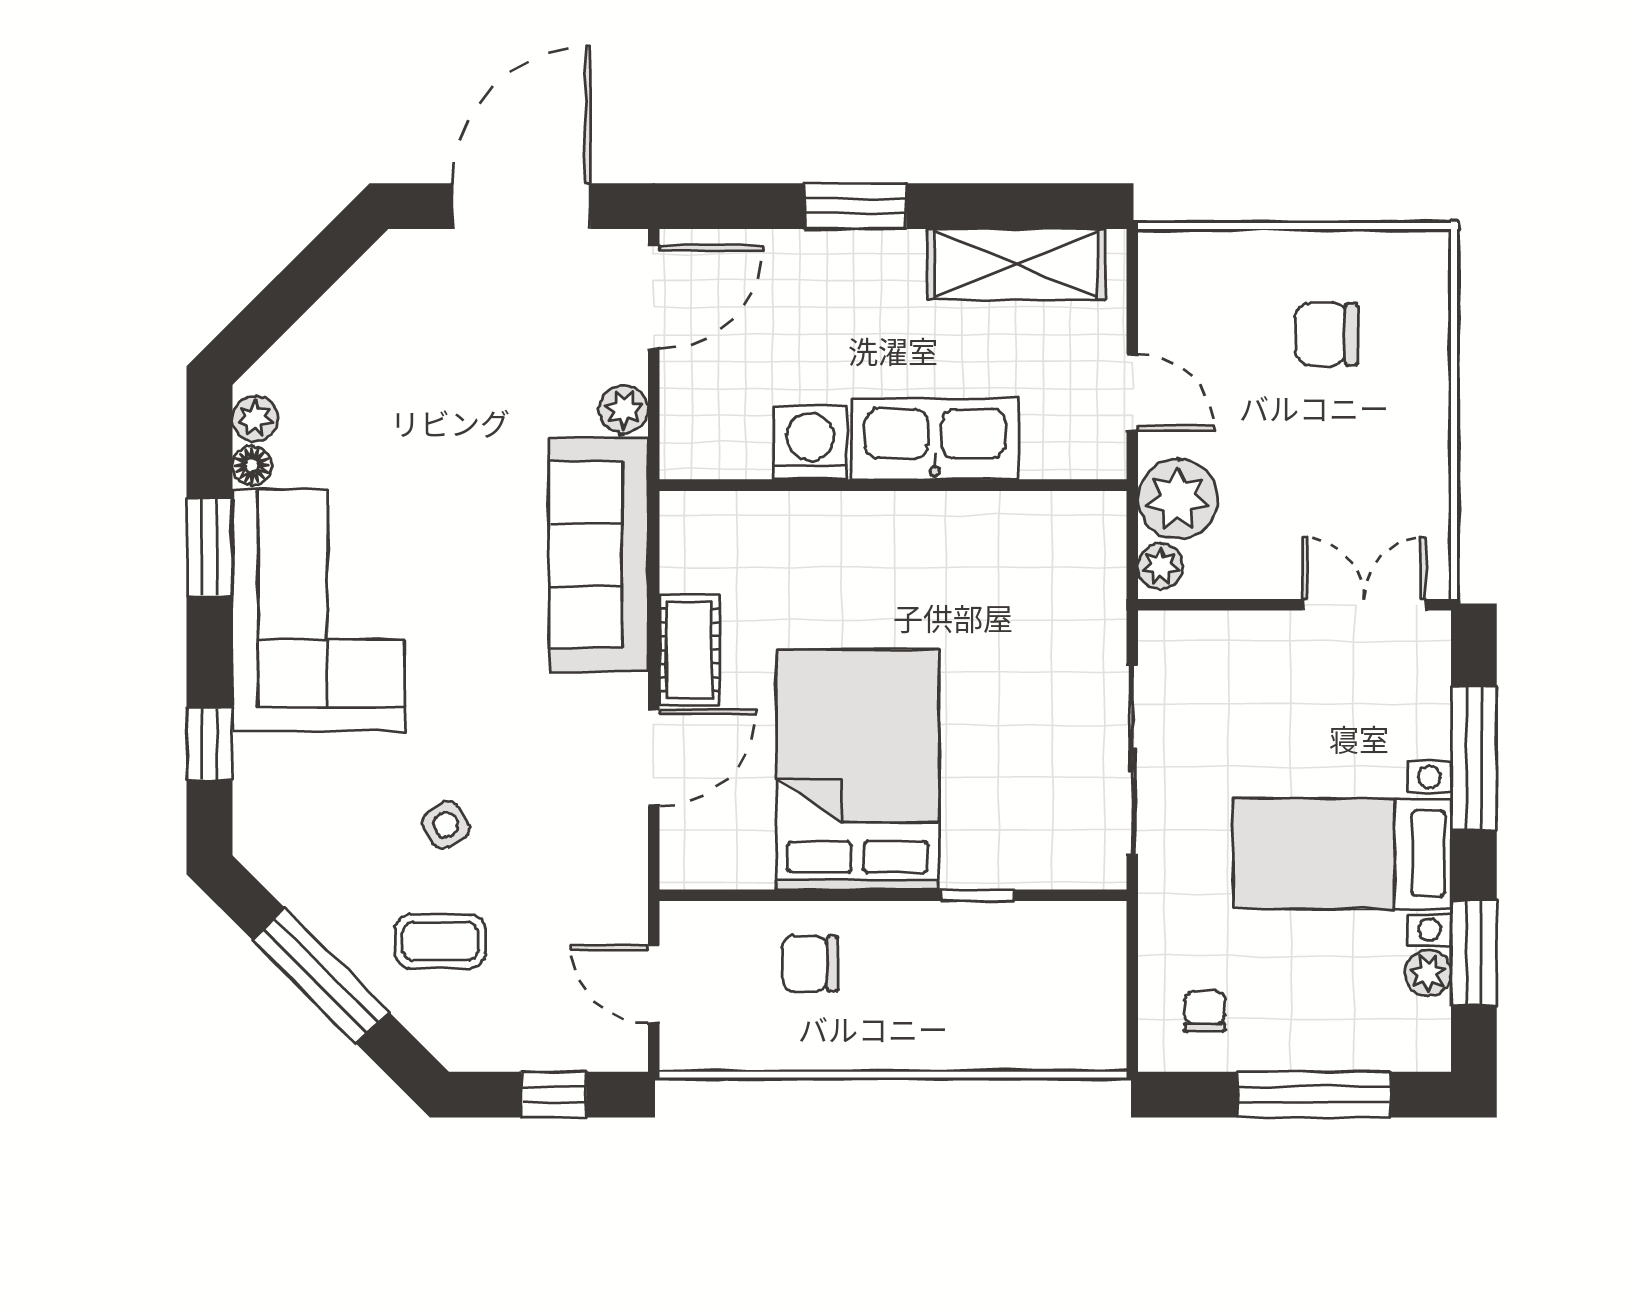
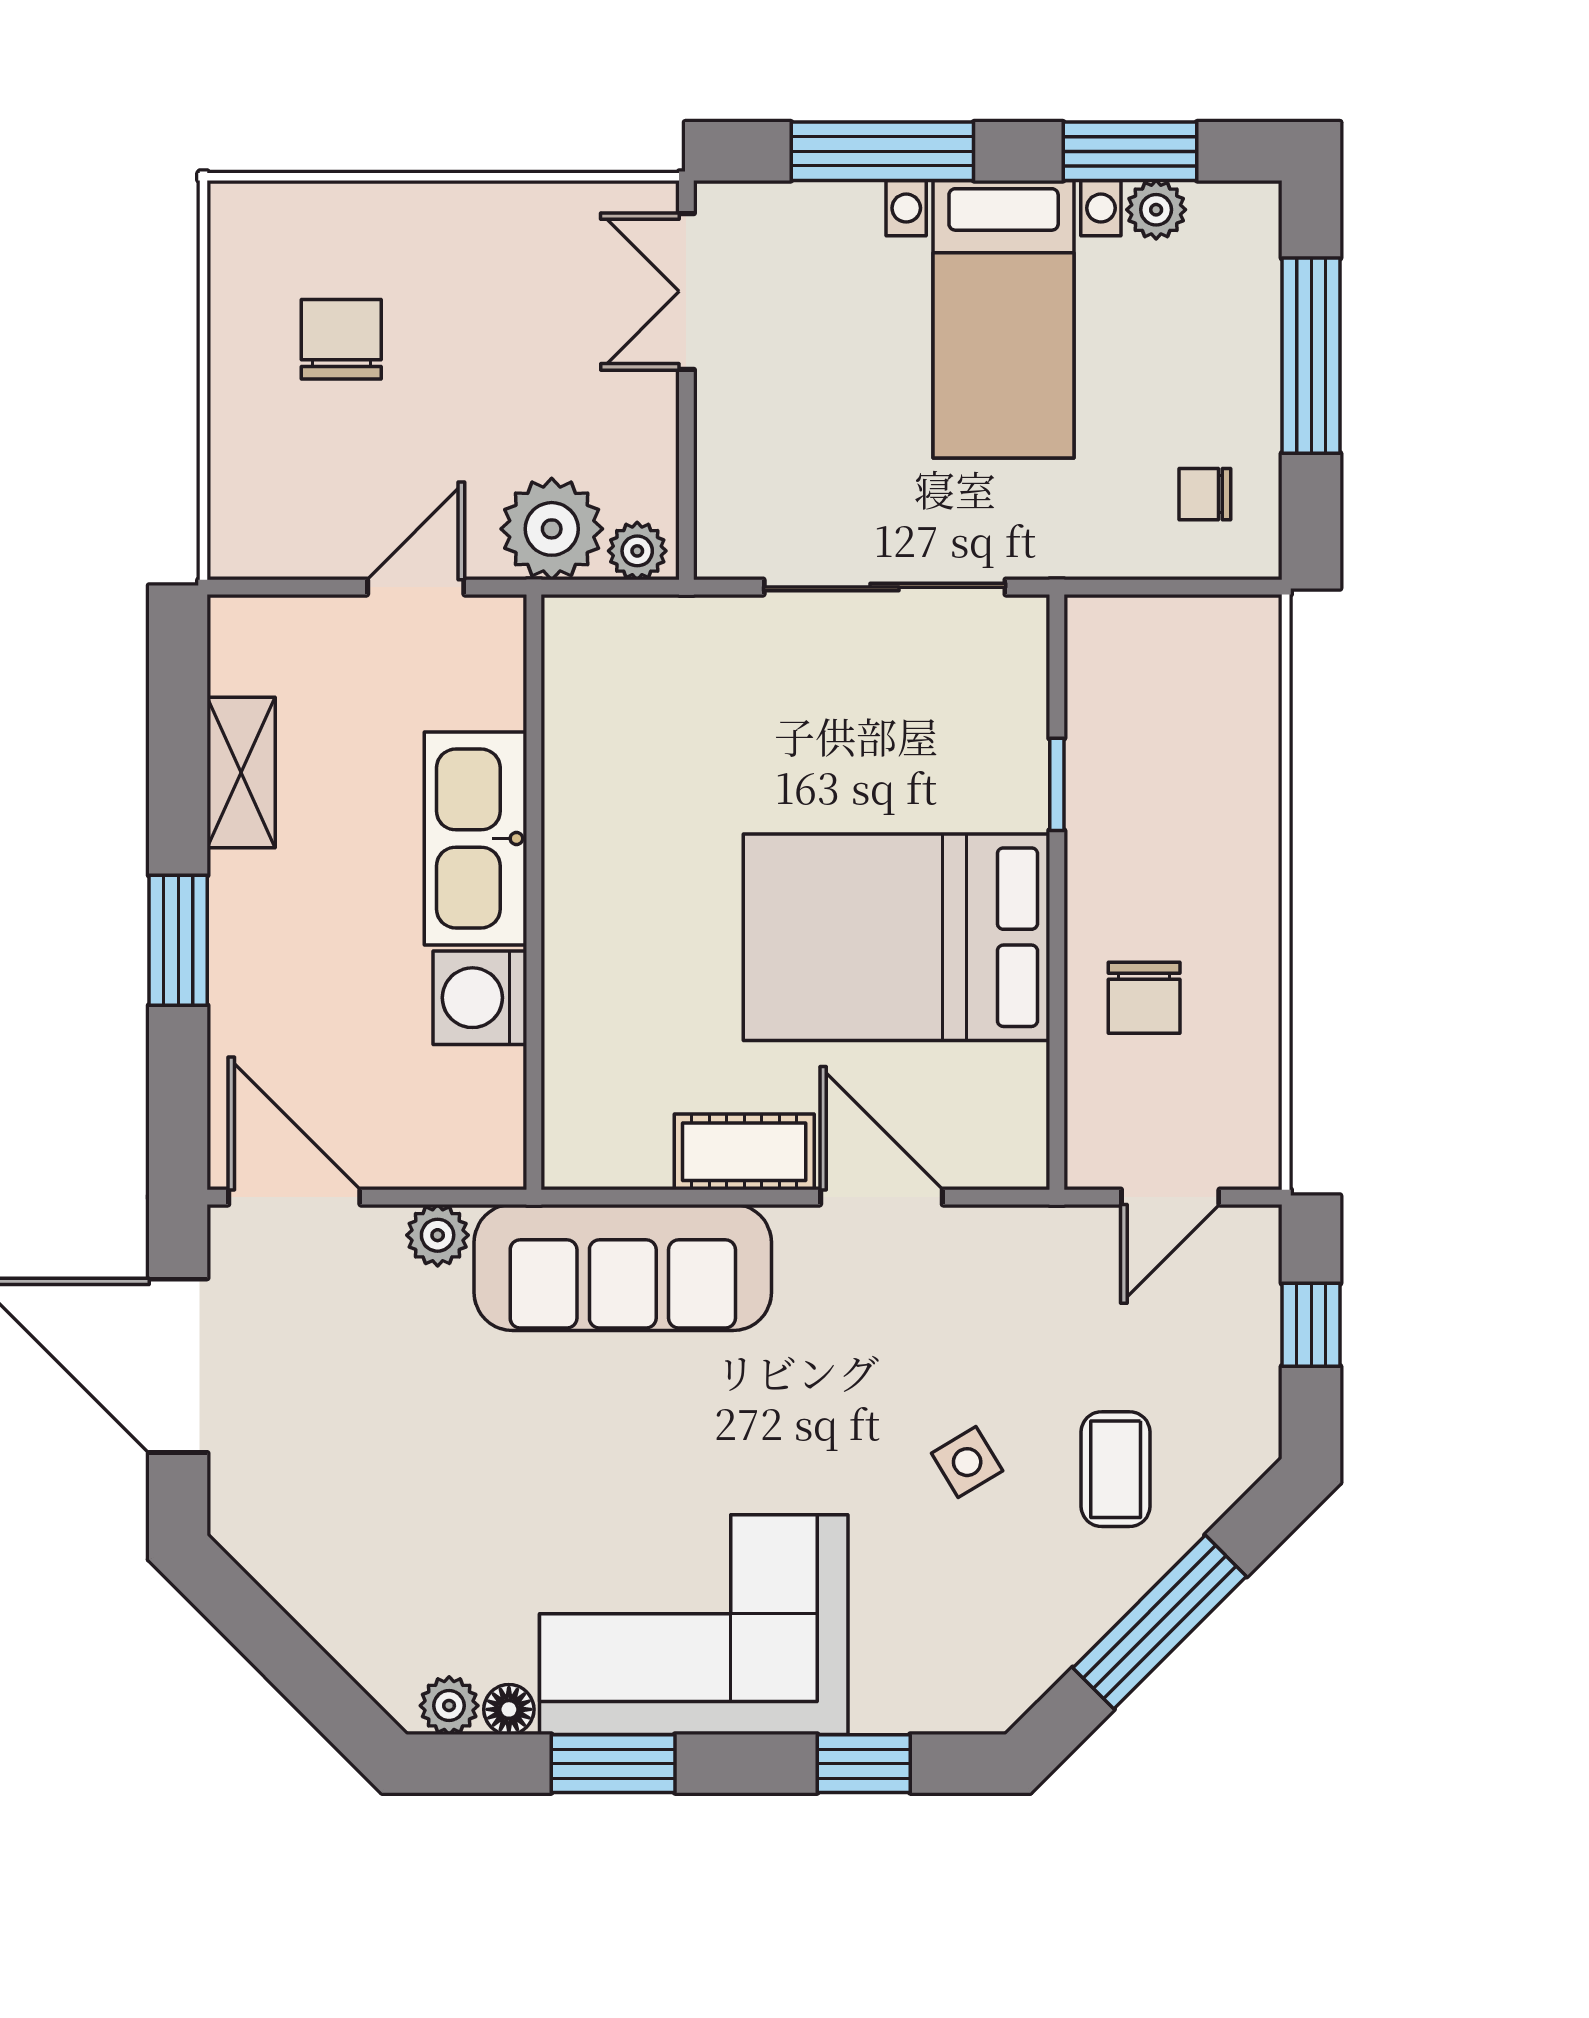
shelving: (1016, 264) -> (241, 773), width x0.67, depth x0.75
chair: (1327, 334) -> (341, 339), turned 180

